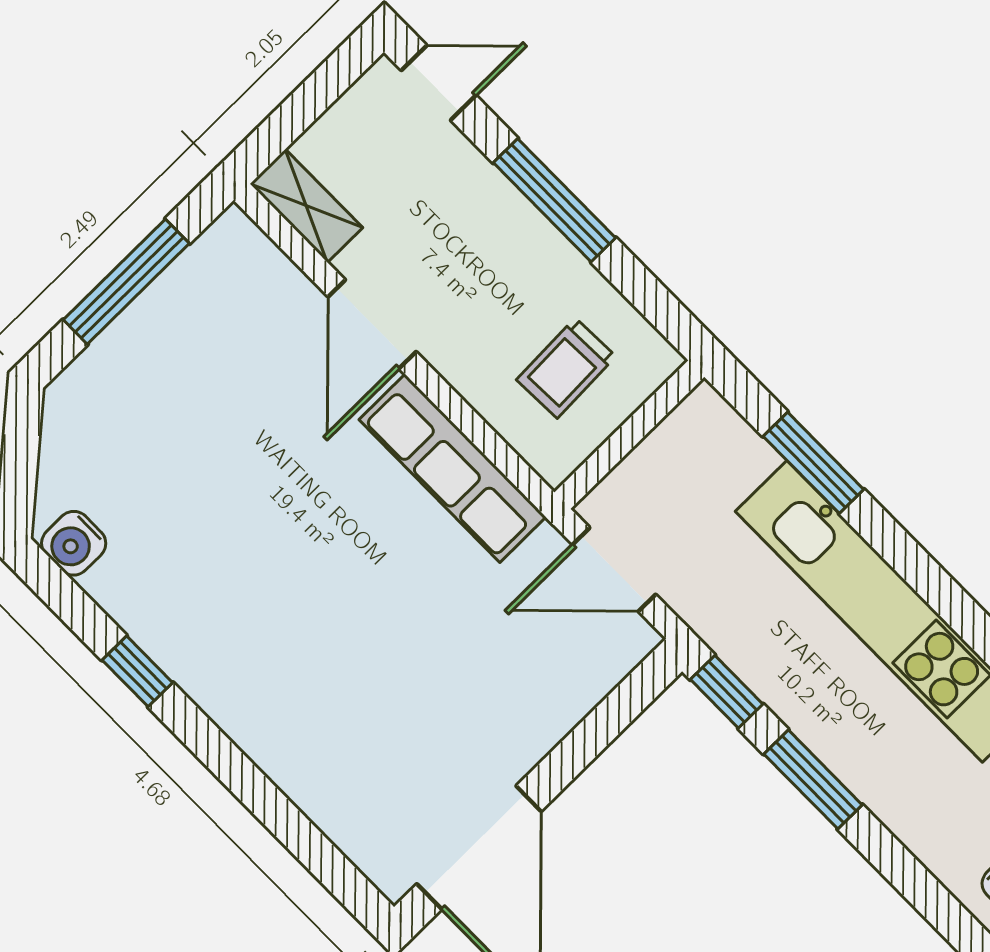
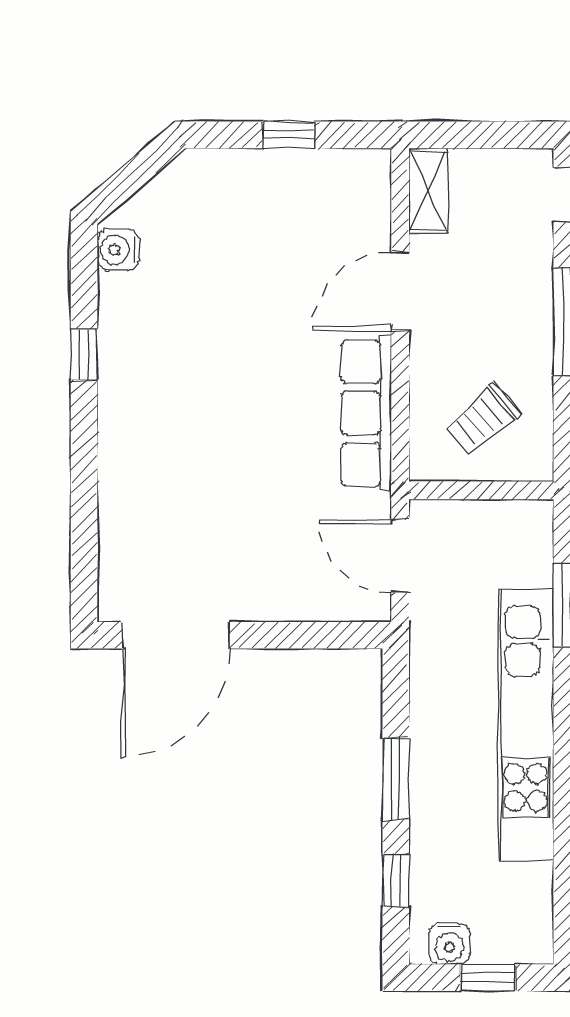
window: (126, 282) -> (289, 135), width x0.46
trolley: (566, 368) -> (483, 420), turned -39
window: (727, 692) -> (396, 880), moved

